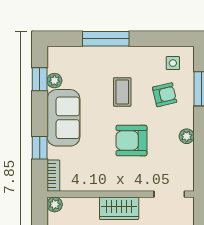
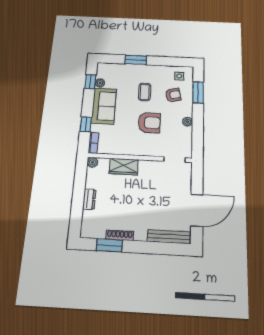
window: (106, 39) -> (136, 60), width x0.69
armchair: (131, 141) -> (149, 123), turned 180
wardrobe: (119, 208) -> (124, 167), moved

